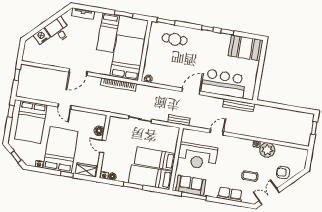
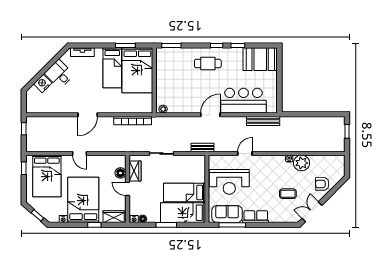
cafe table: (175, 39) -> (208, 63), moved
bed: (128, 58) -> (137, 70), moved, turned 180
wardrobe: (113, 131) -> (135, 171), added
row of seats: (230, 194) -> (256, 217), moved

